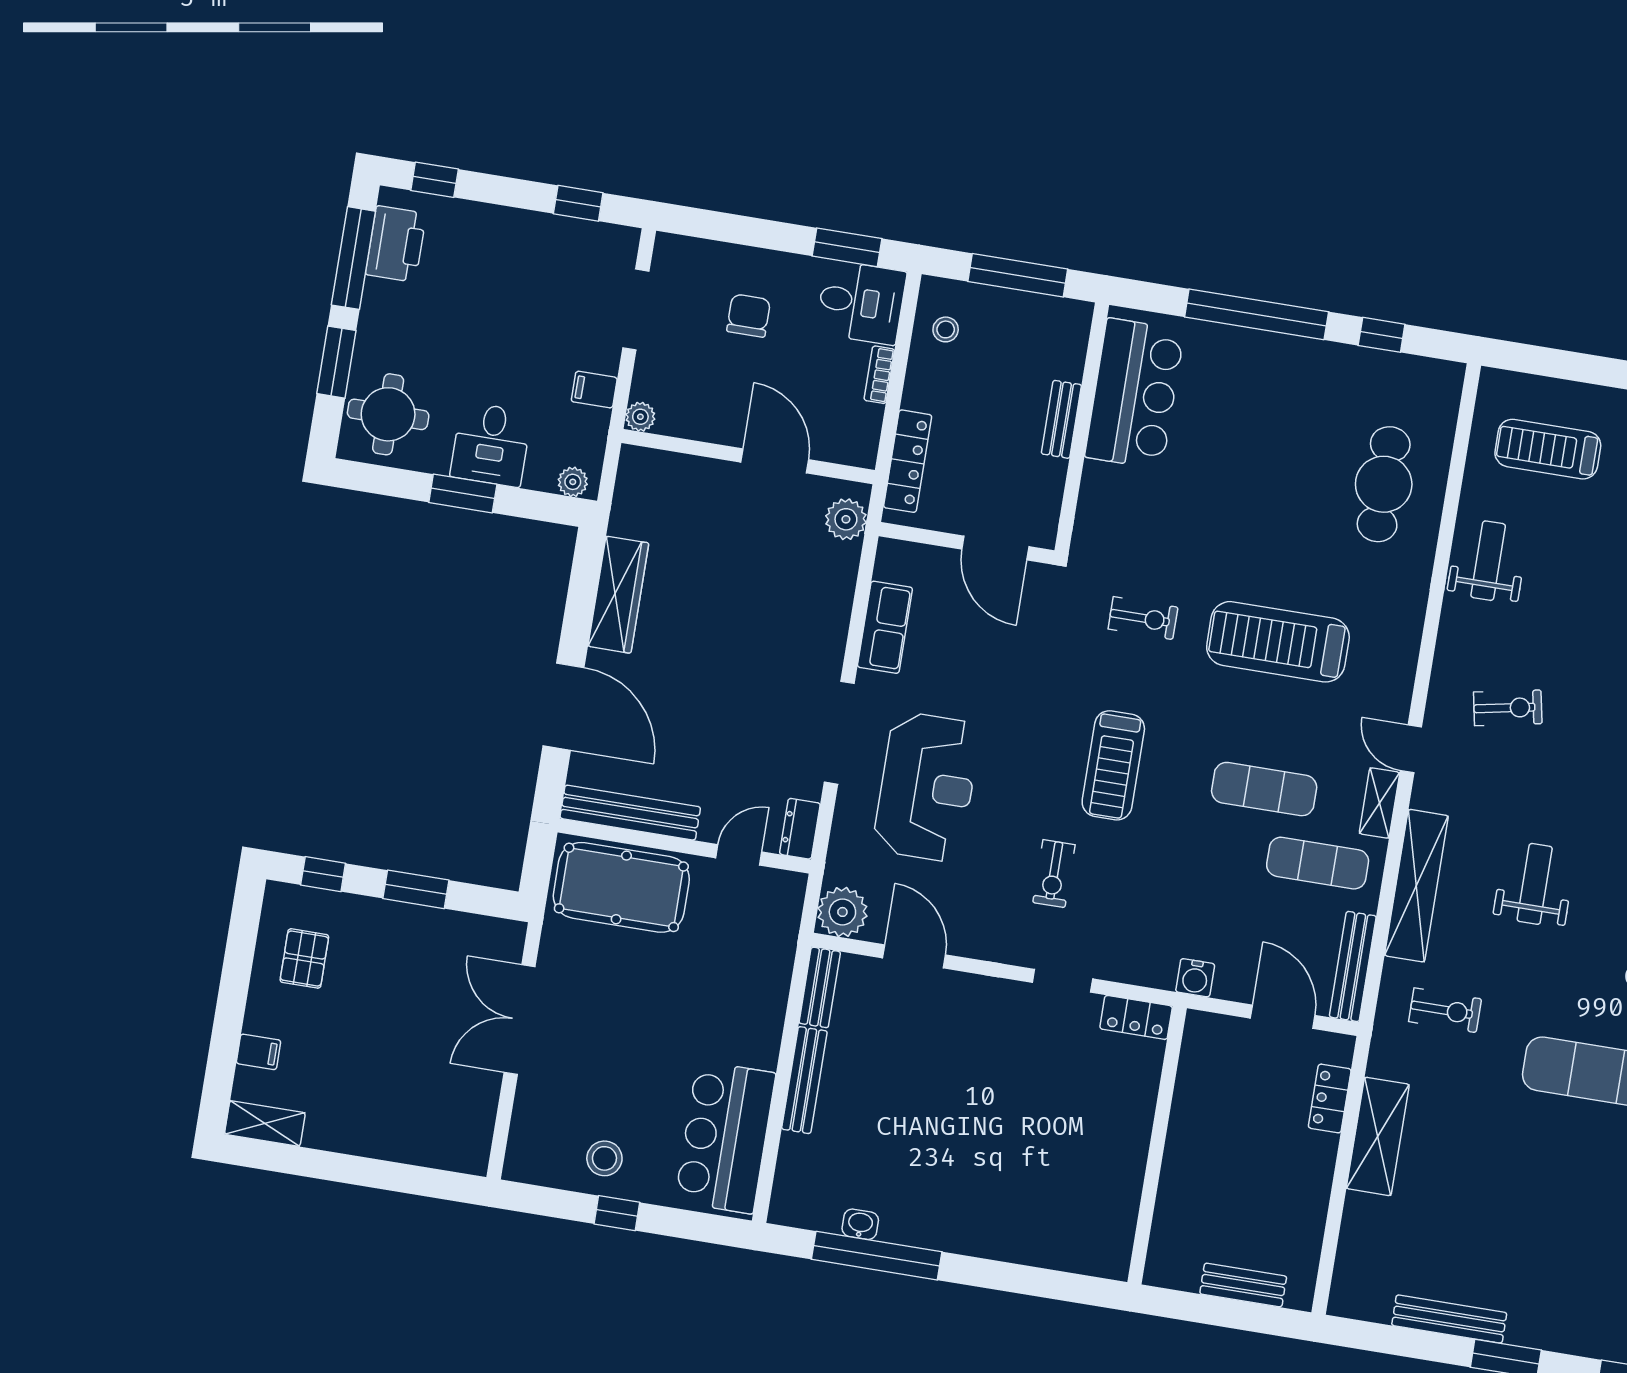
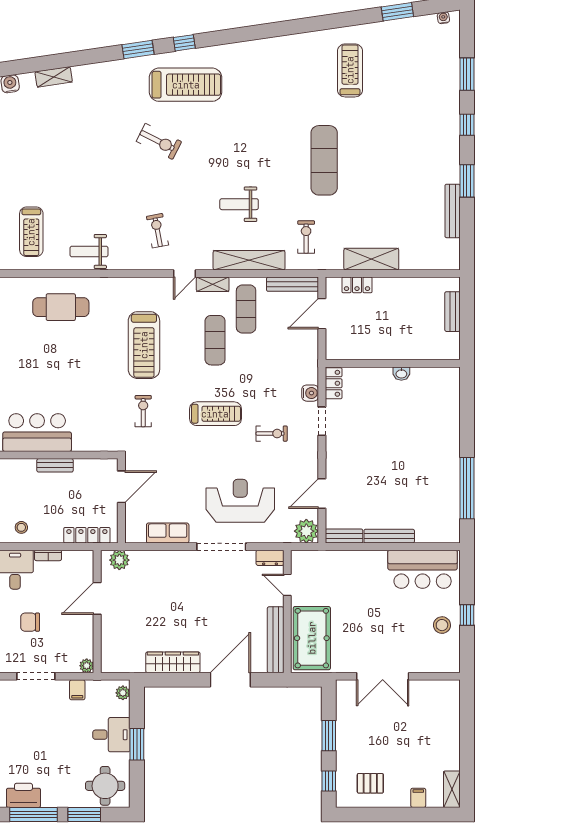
water cooler: (1195, 978) -> (310, 393), moved
washbasin: (860, 1224) -> (401, 374), moved, turned -90

